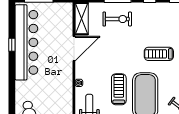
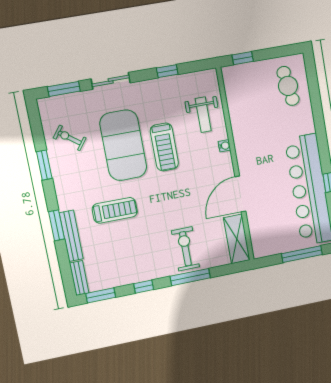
exercise bike: (117, 19) -> (185, 249), turned 90

